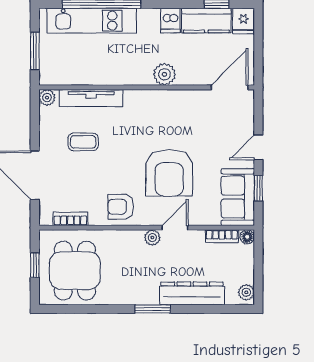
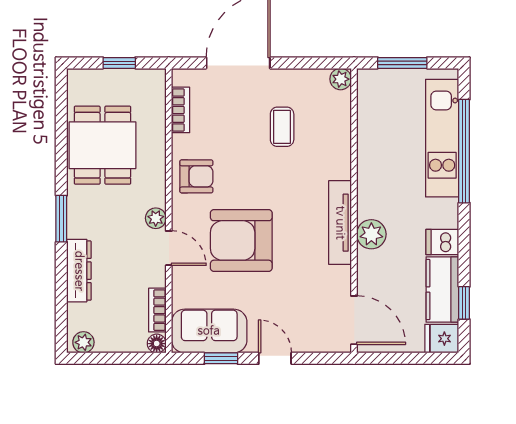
tv unit: (91, 98) -> (340, 223), moved
armchair: (121, 207) -> (196, 176), turned 90
dining table: (75, 271) -> (102, 145), moved, turned 90
dresser: (192, 293) -> (79, 271), width x0.73, depth x0.80

